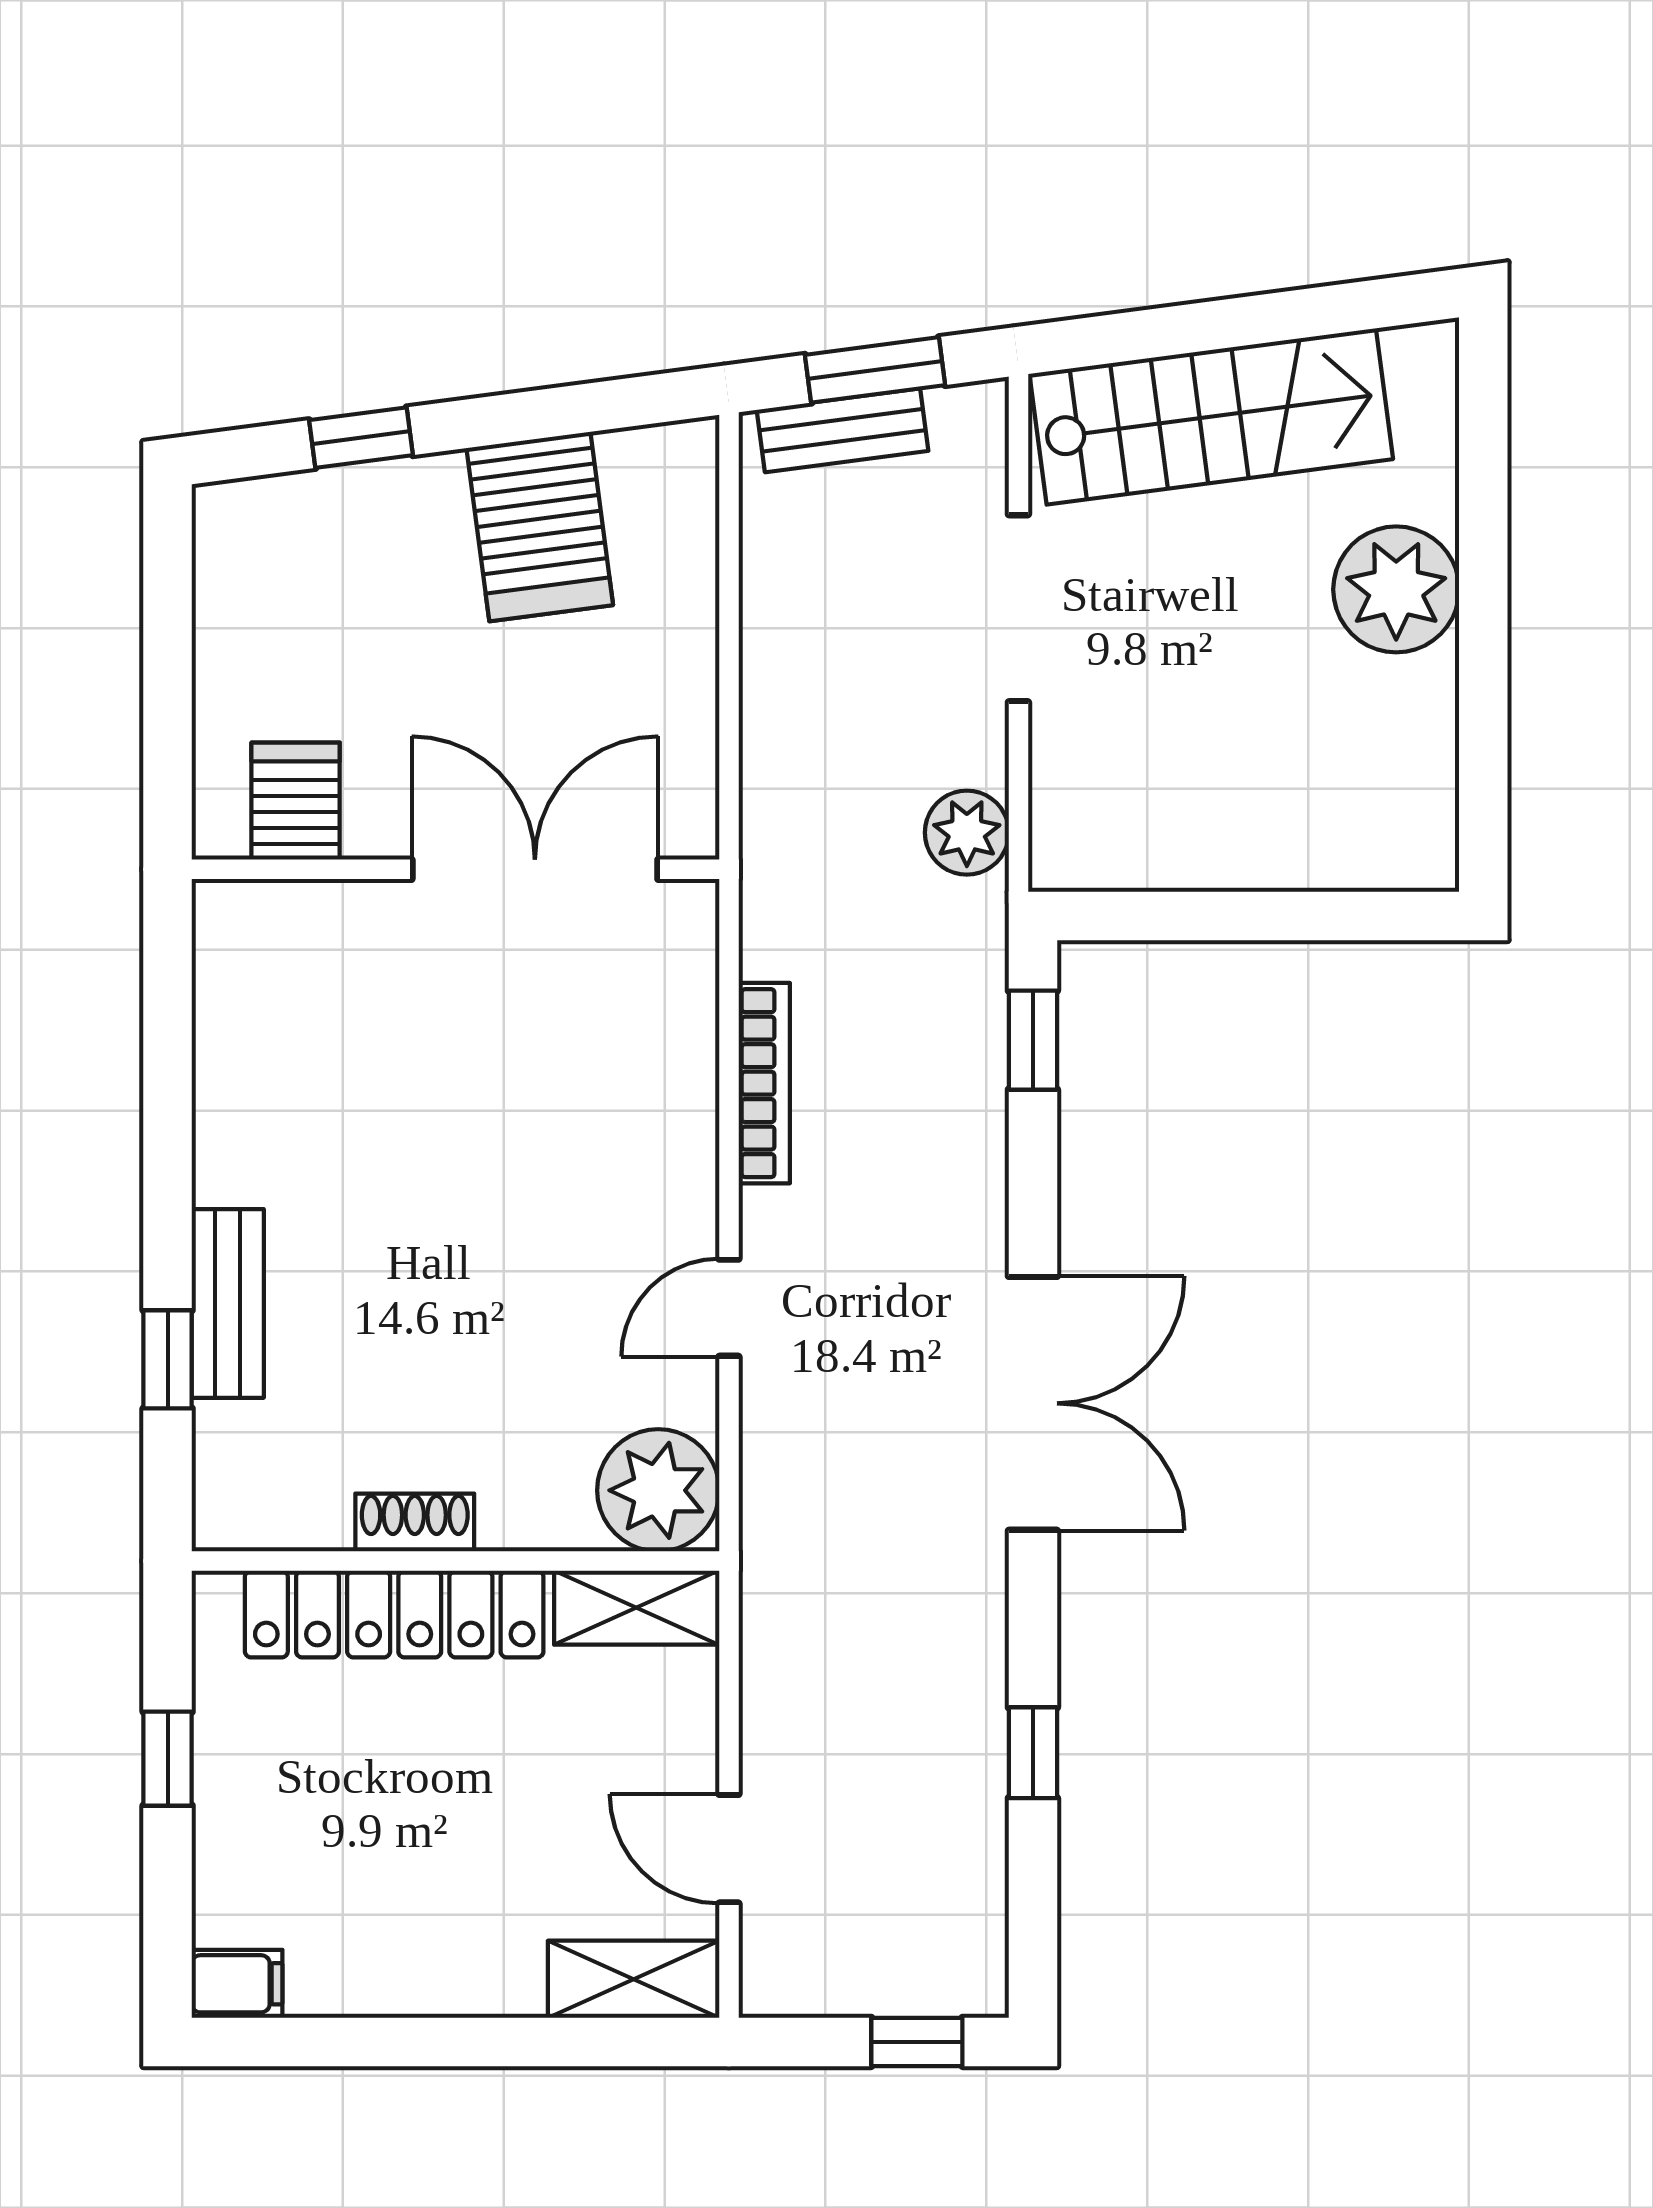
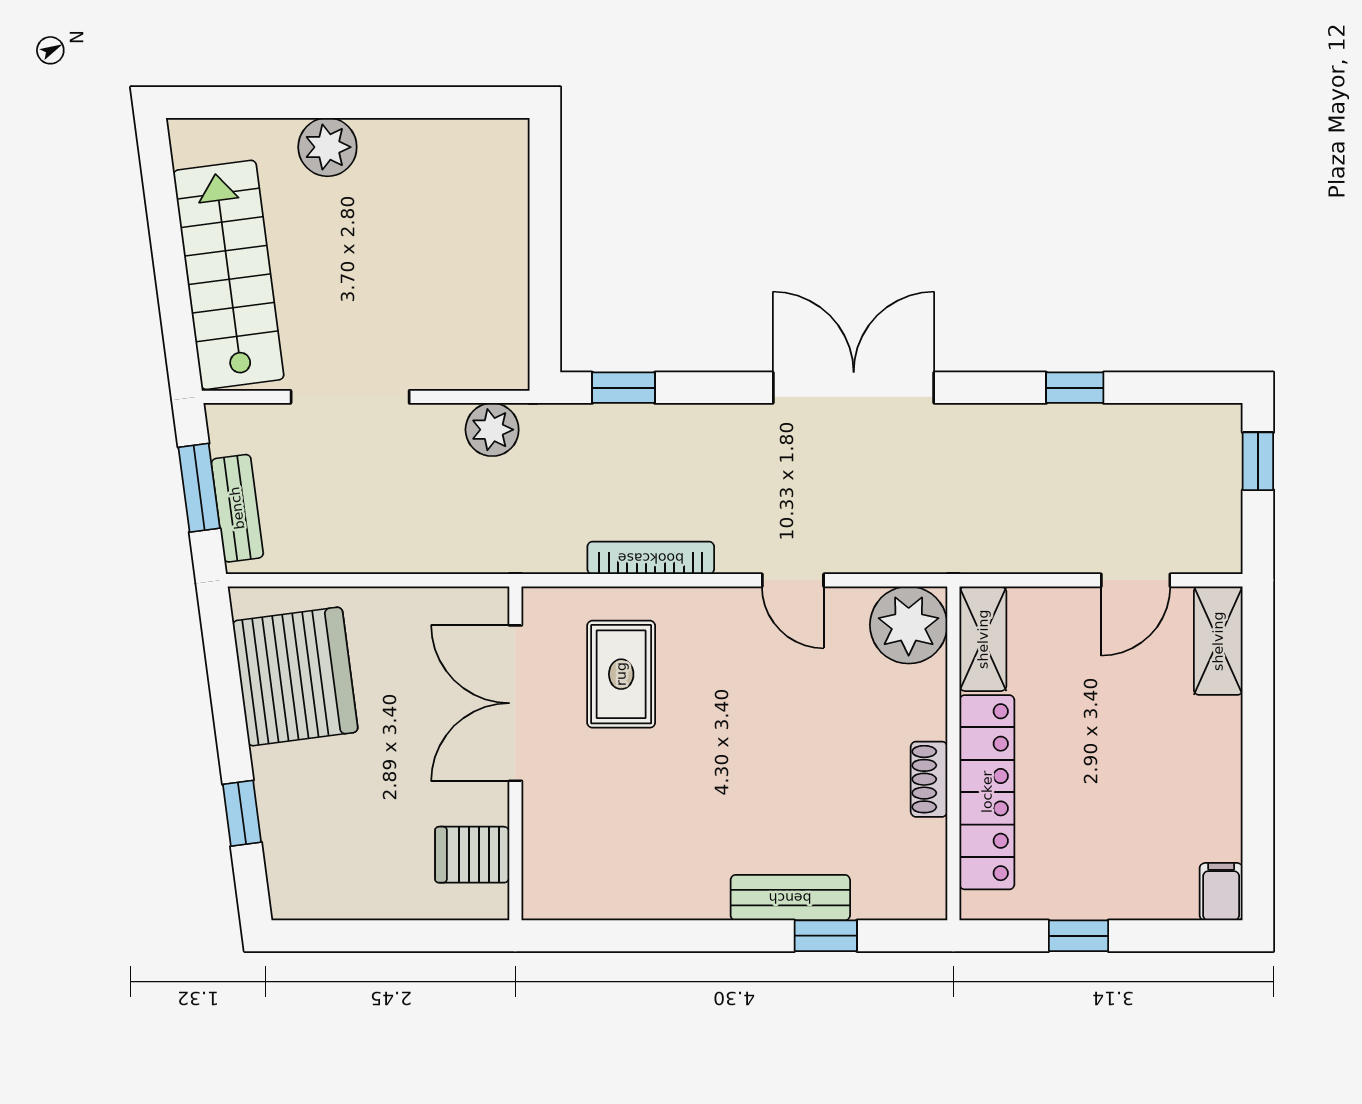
server rack: (540, 527) -> (295, 677), width x1.60
plant: (1396, 589) -> (327, 147), width x0.73, depth x0.73
rug: (581, 1036) -> (621, 674), added

